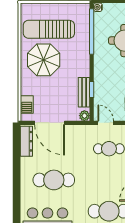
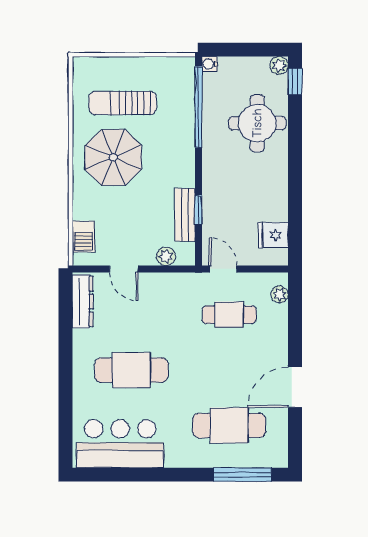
sun lounger: (49, 29) -> (123, 103), width x0.73, depth x0.75
plant: (84, 116) -> (166, 256), moved
door: (50, 123) -> (124, 269), width x0.53

